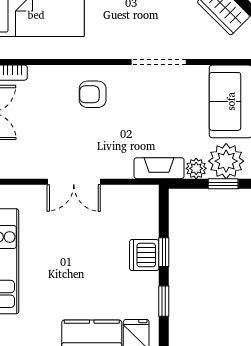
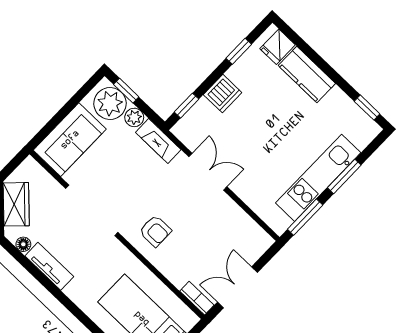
doorway: (159, 62) -> (92, 210), width x1.36
double door: (74, 182) -> (208, 172), moved
window: (164, 252) -> (186, 106), moved

